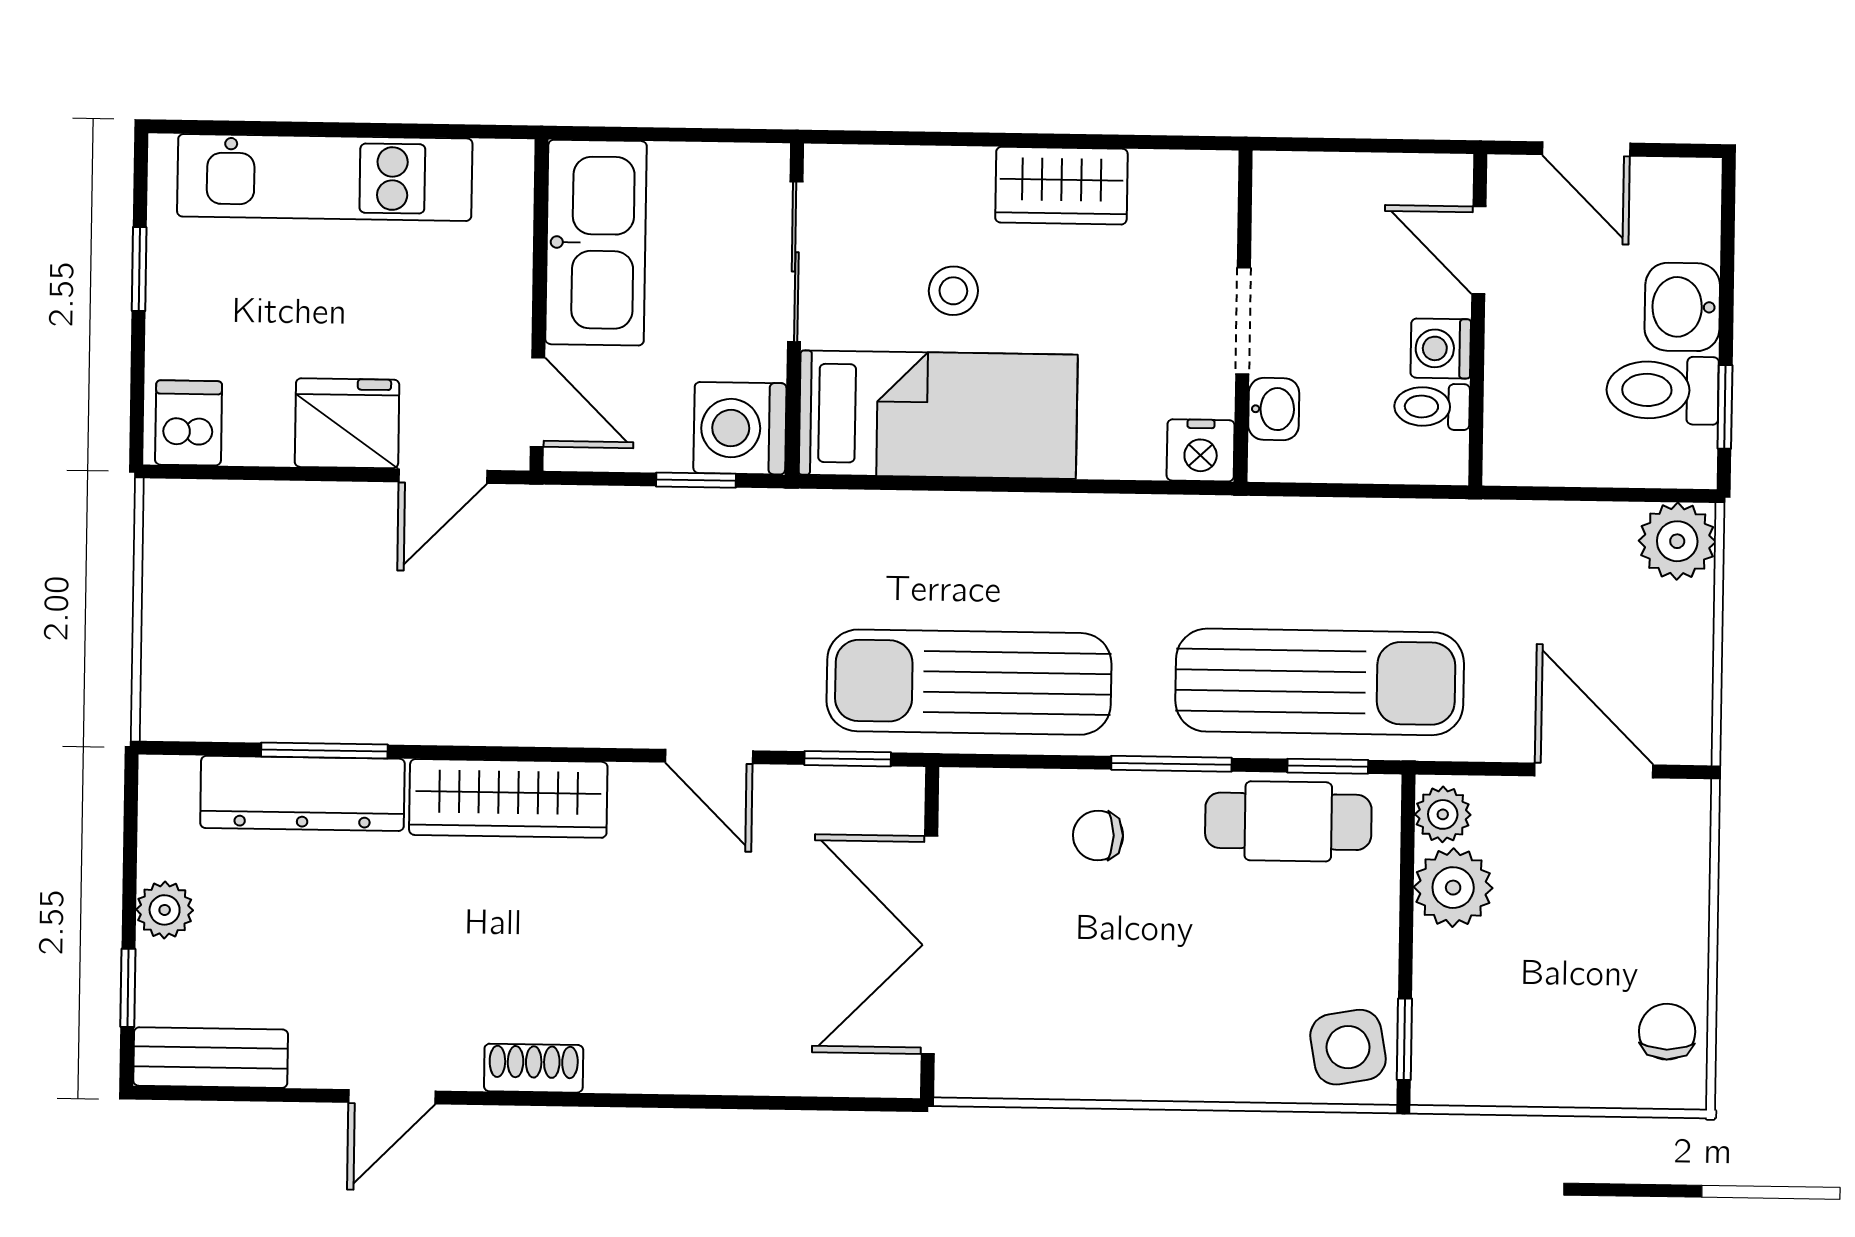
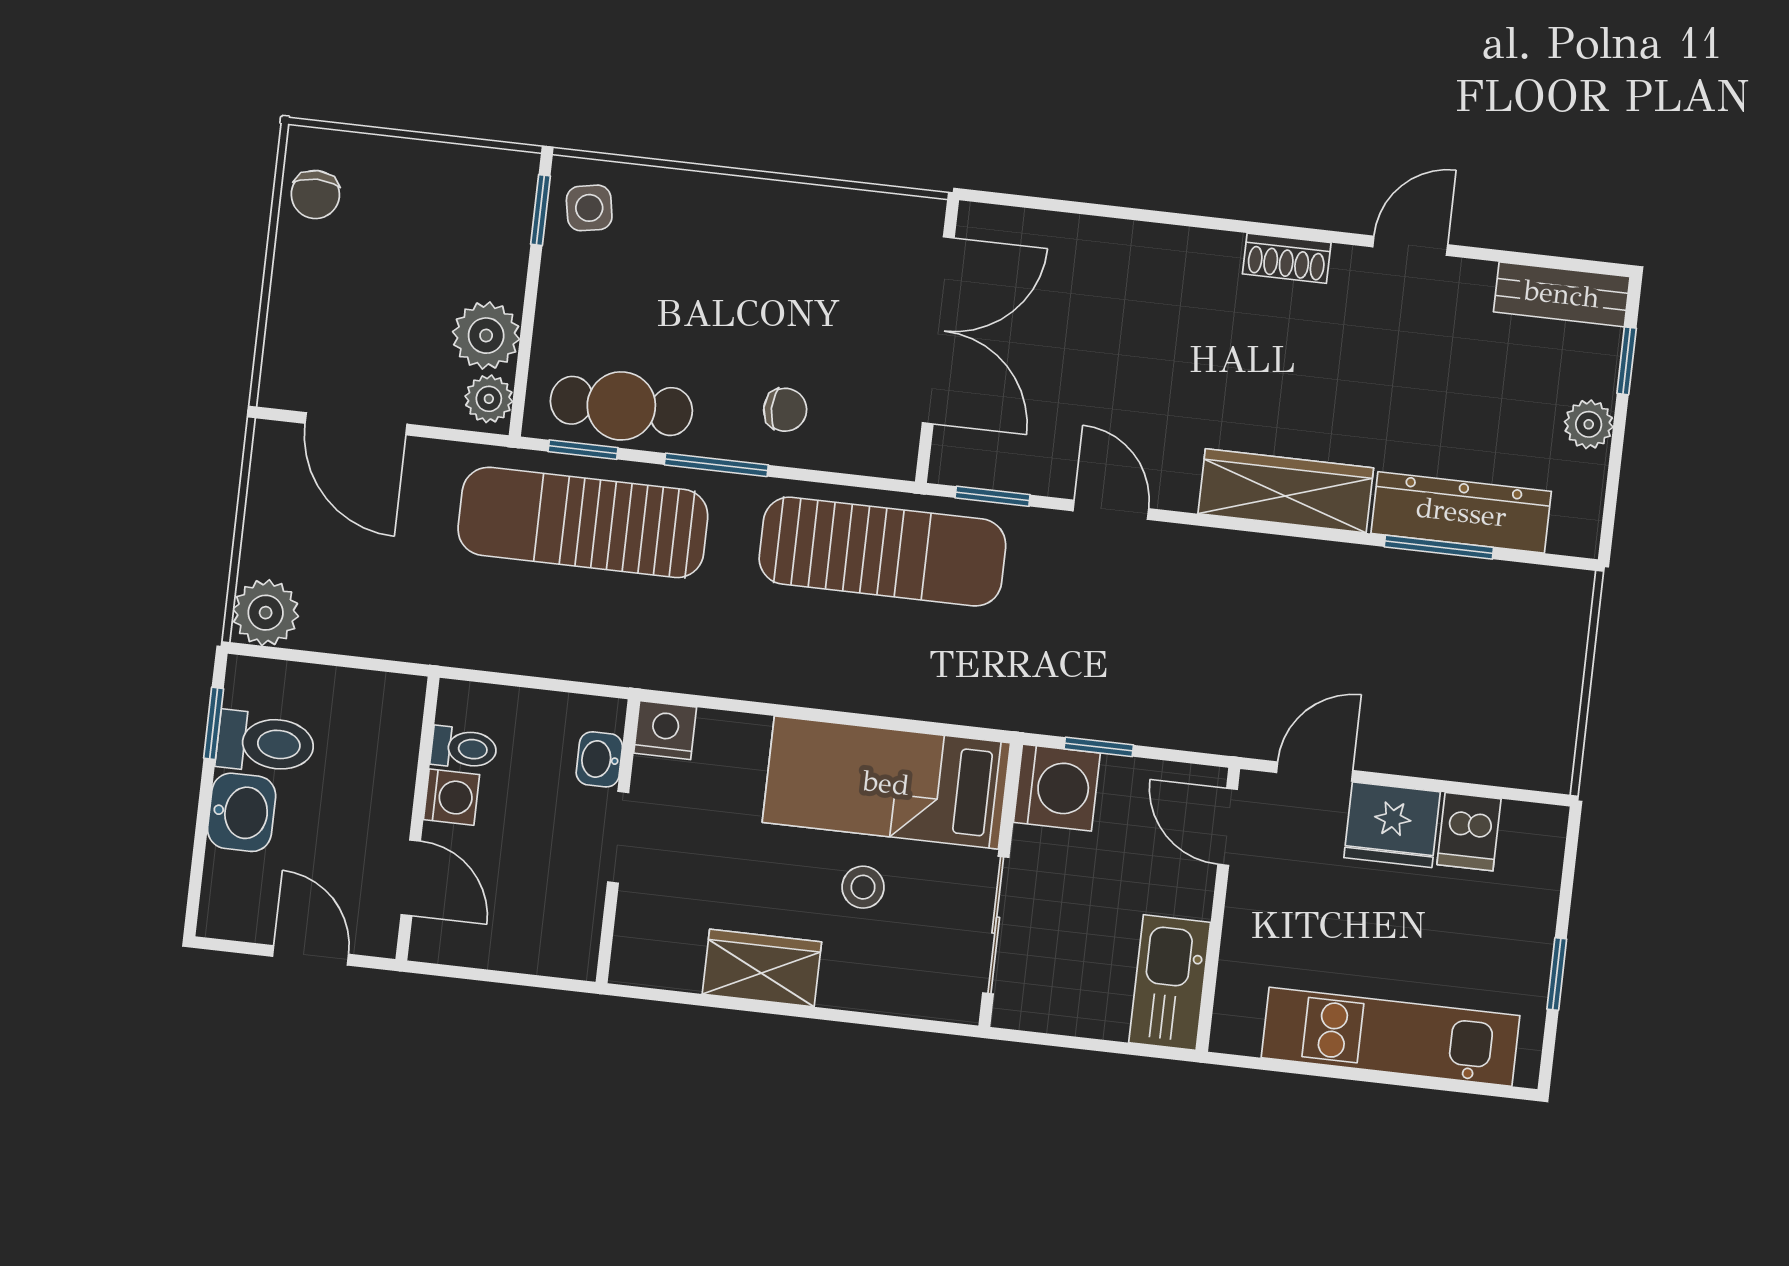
kitchen sink: (596, 243) -> (1170, 982), width x0.73, depth x0.81
dishwasher: (189, 423) -> (1469, 832), moved
side table: (1348, 1047) -> (589, 208), width x0.73, depth x0.73

